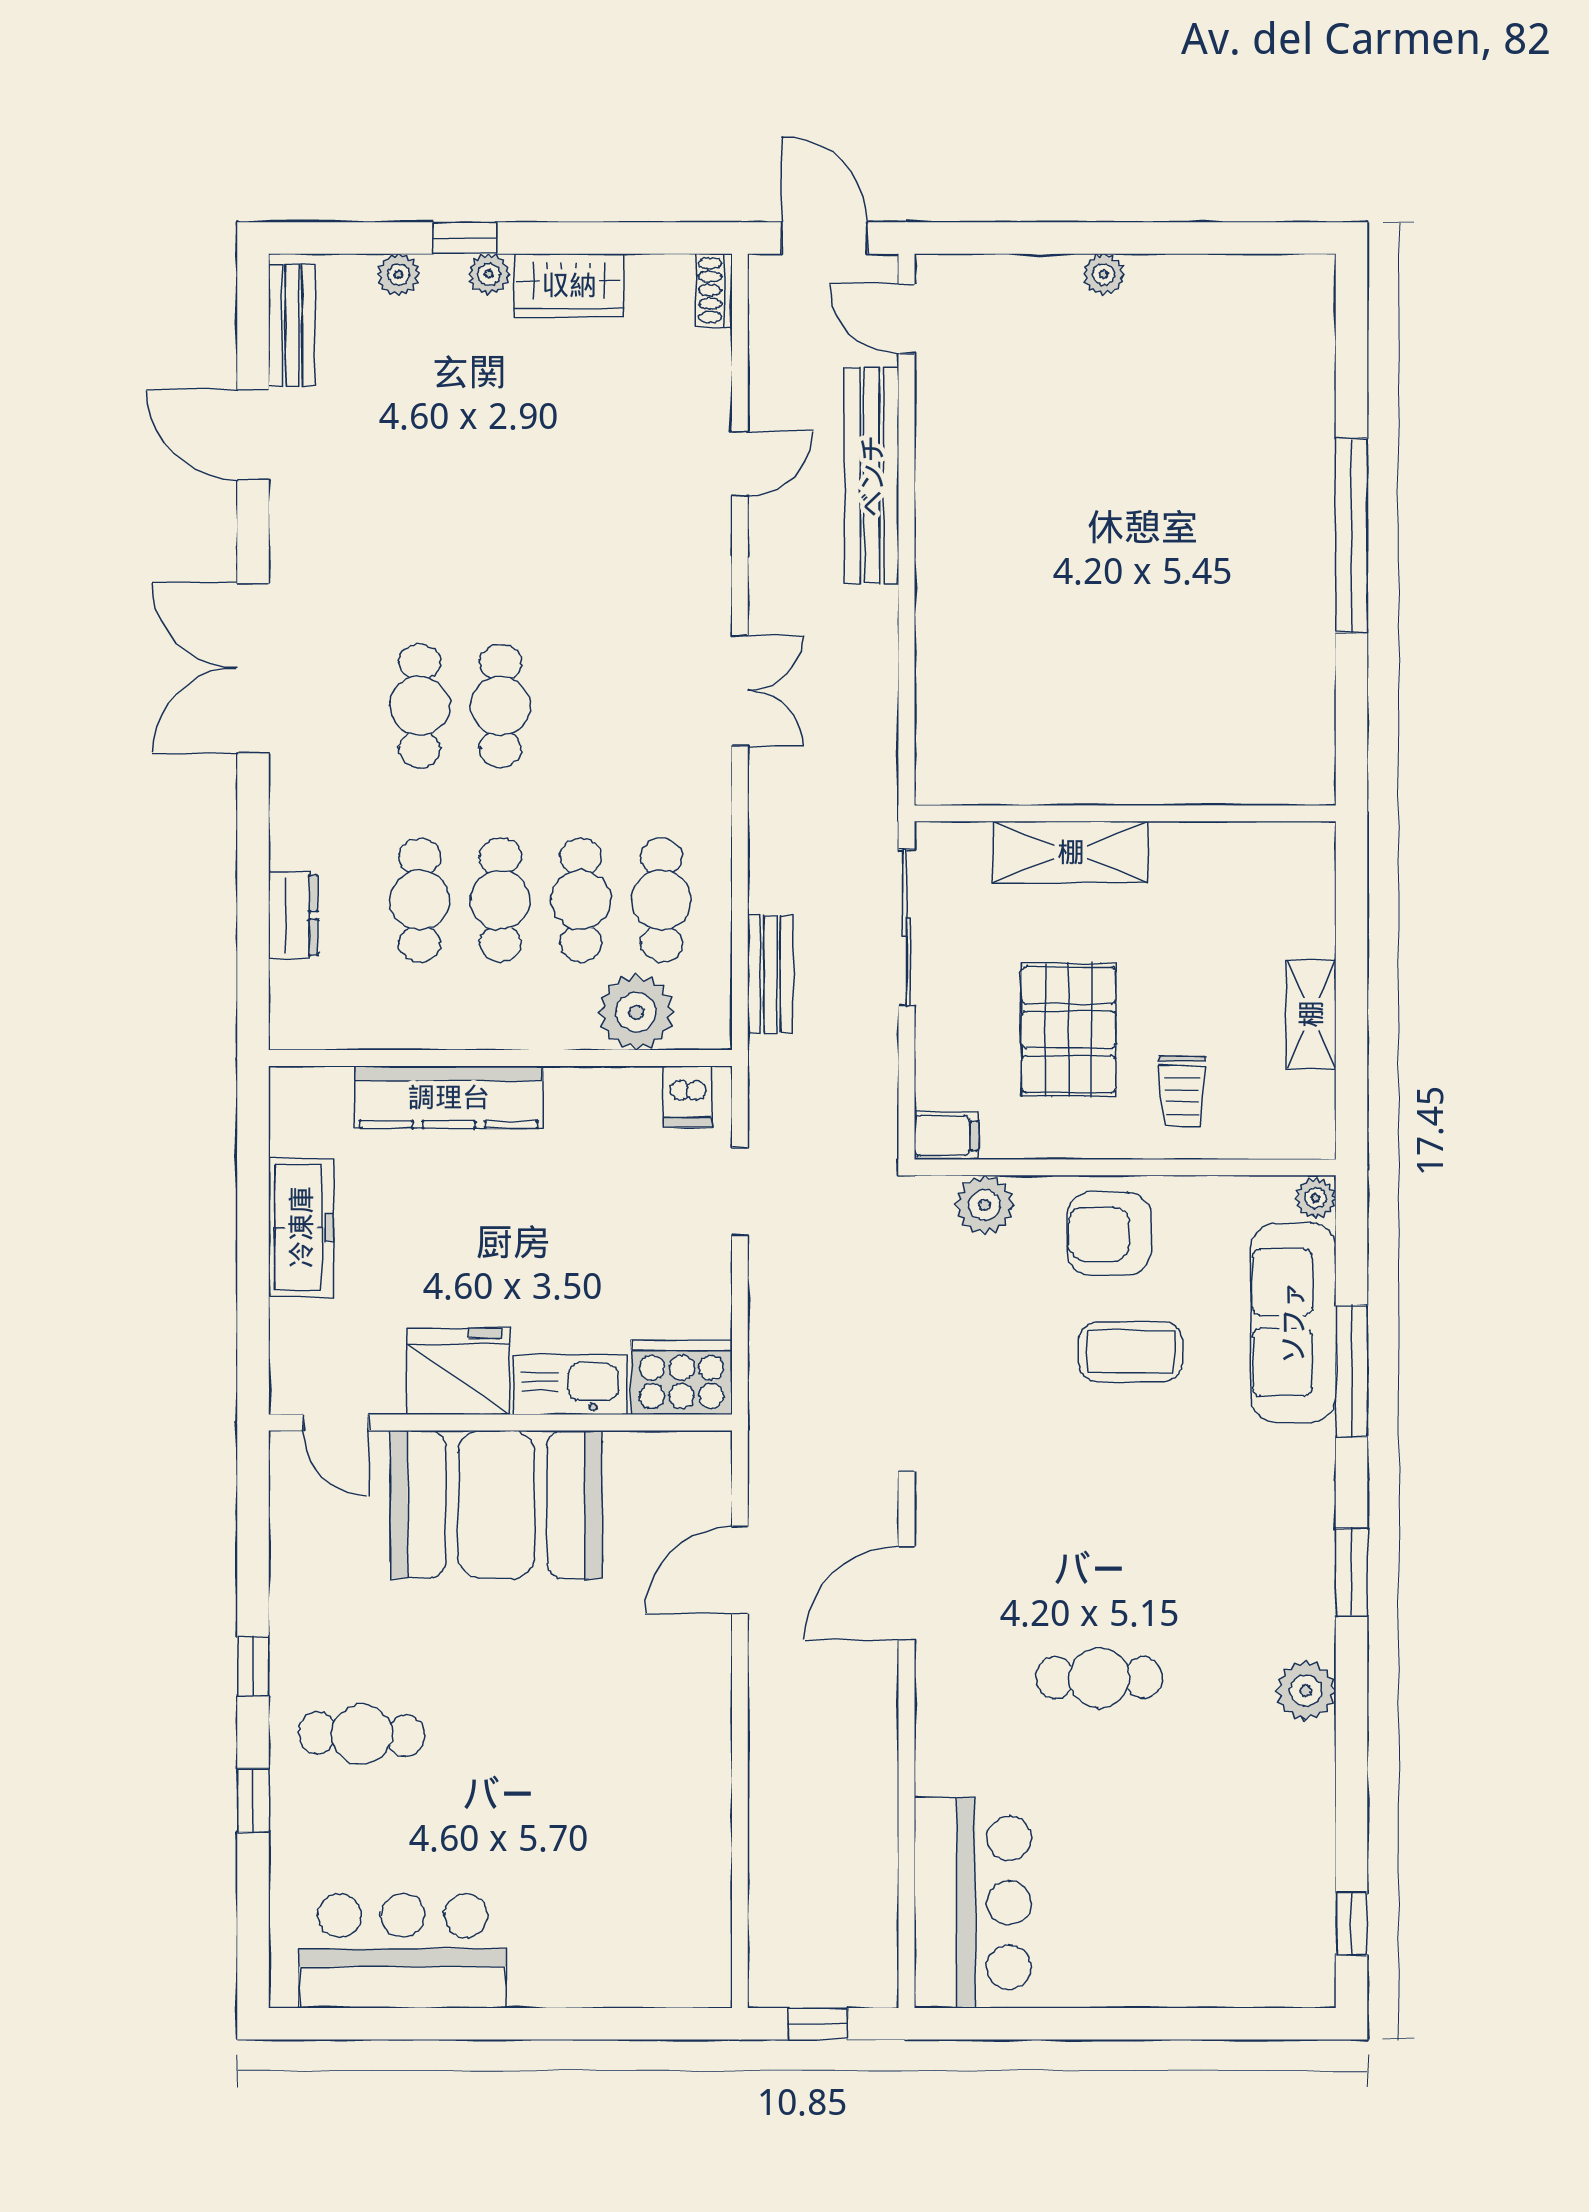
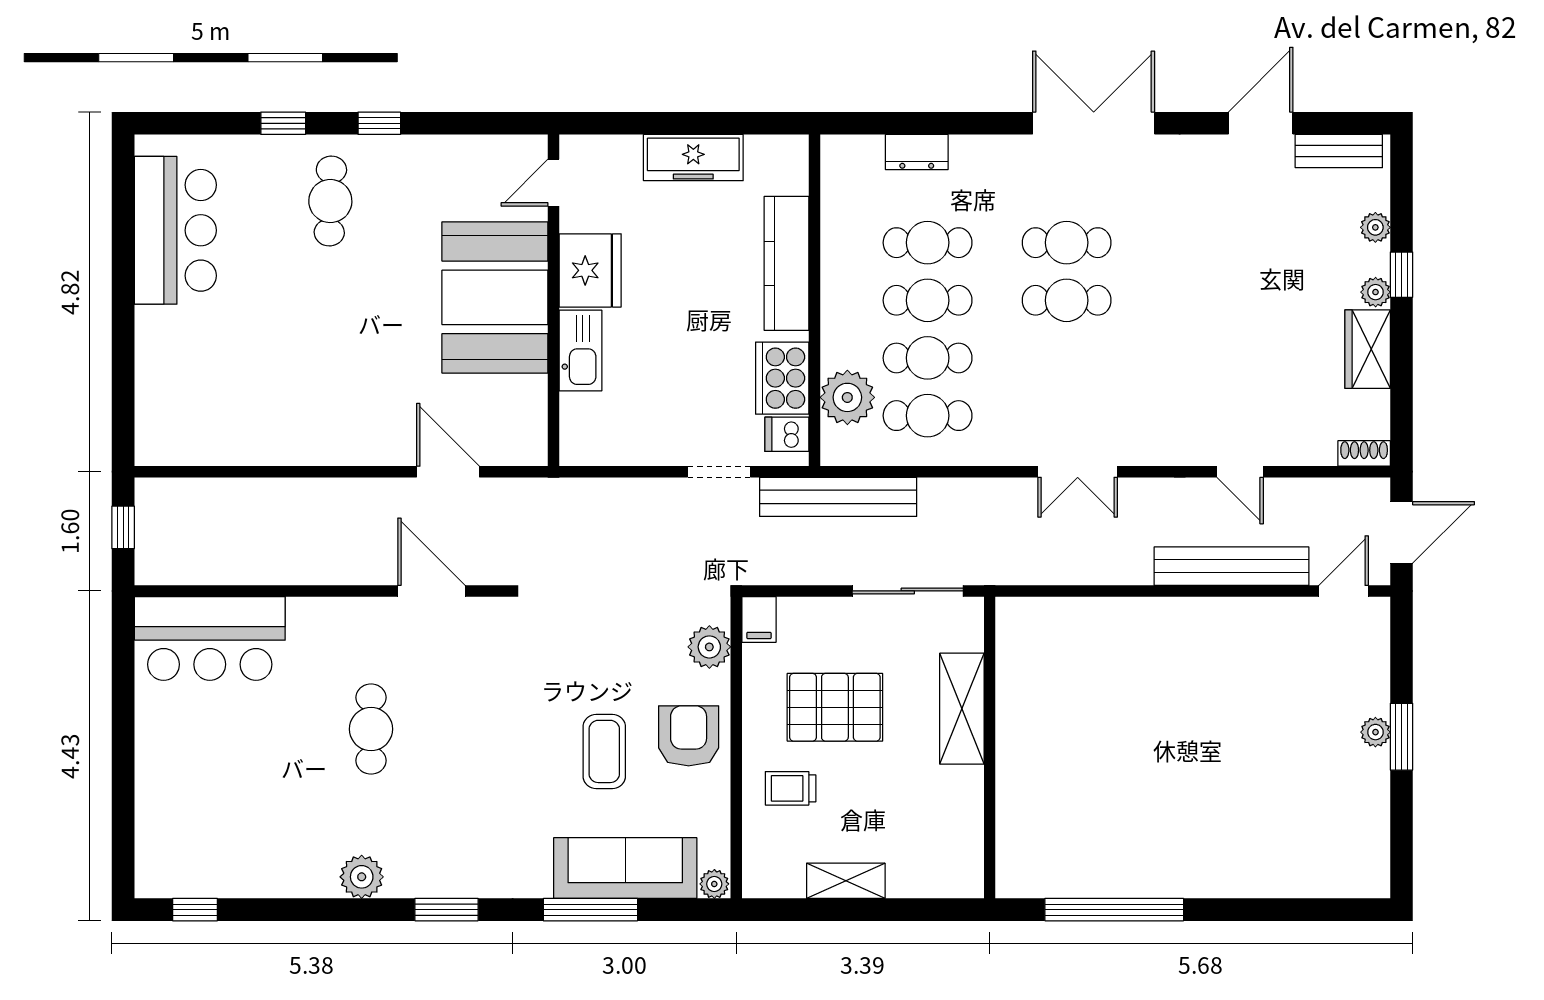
window: (1110, 238) -> (1401, 737), added
window: (1352, 536) -> (1114, 910), moved
bench: (770, 974) -> (838, 497), width x1.86, depth x1.21
cooker: (682, 1377) -> (782, 378), moved, turned 180

